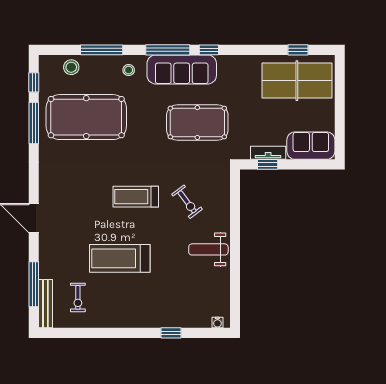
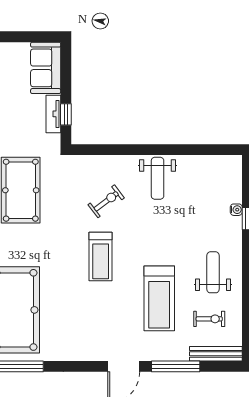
treadmill: (120, 258) -> (159, 298), moved
window: (34, 284) -> (176, 366), moved
weight bench: (121, 301) -> (213, 272), added
water cooler: (217, 323) -> (236, 210), moved

